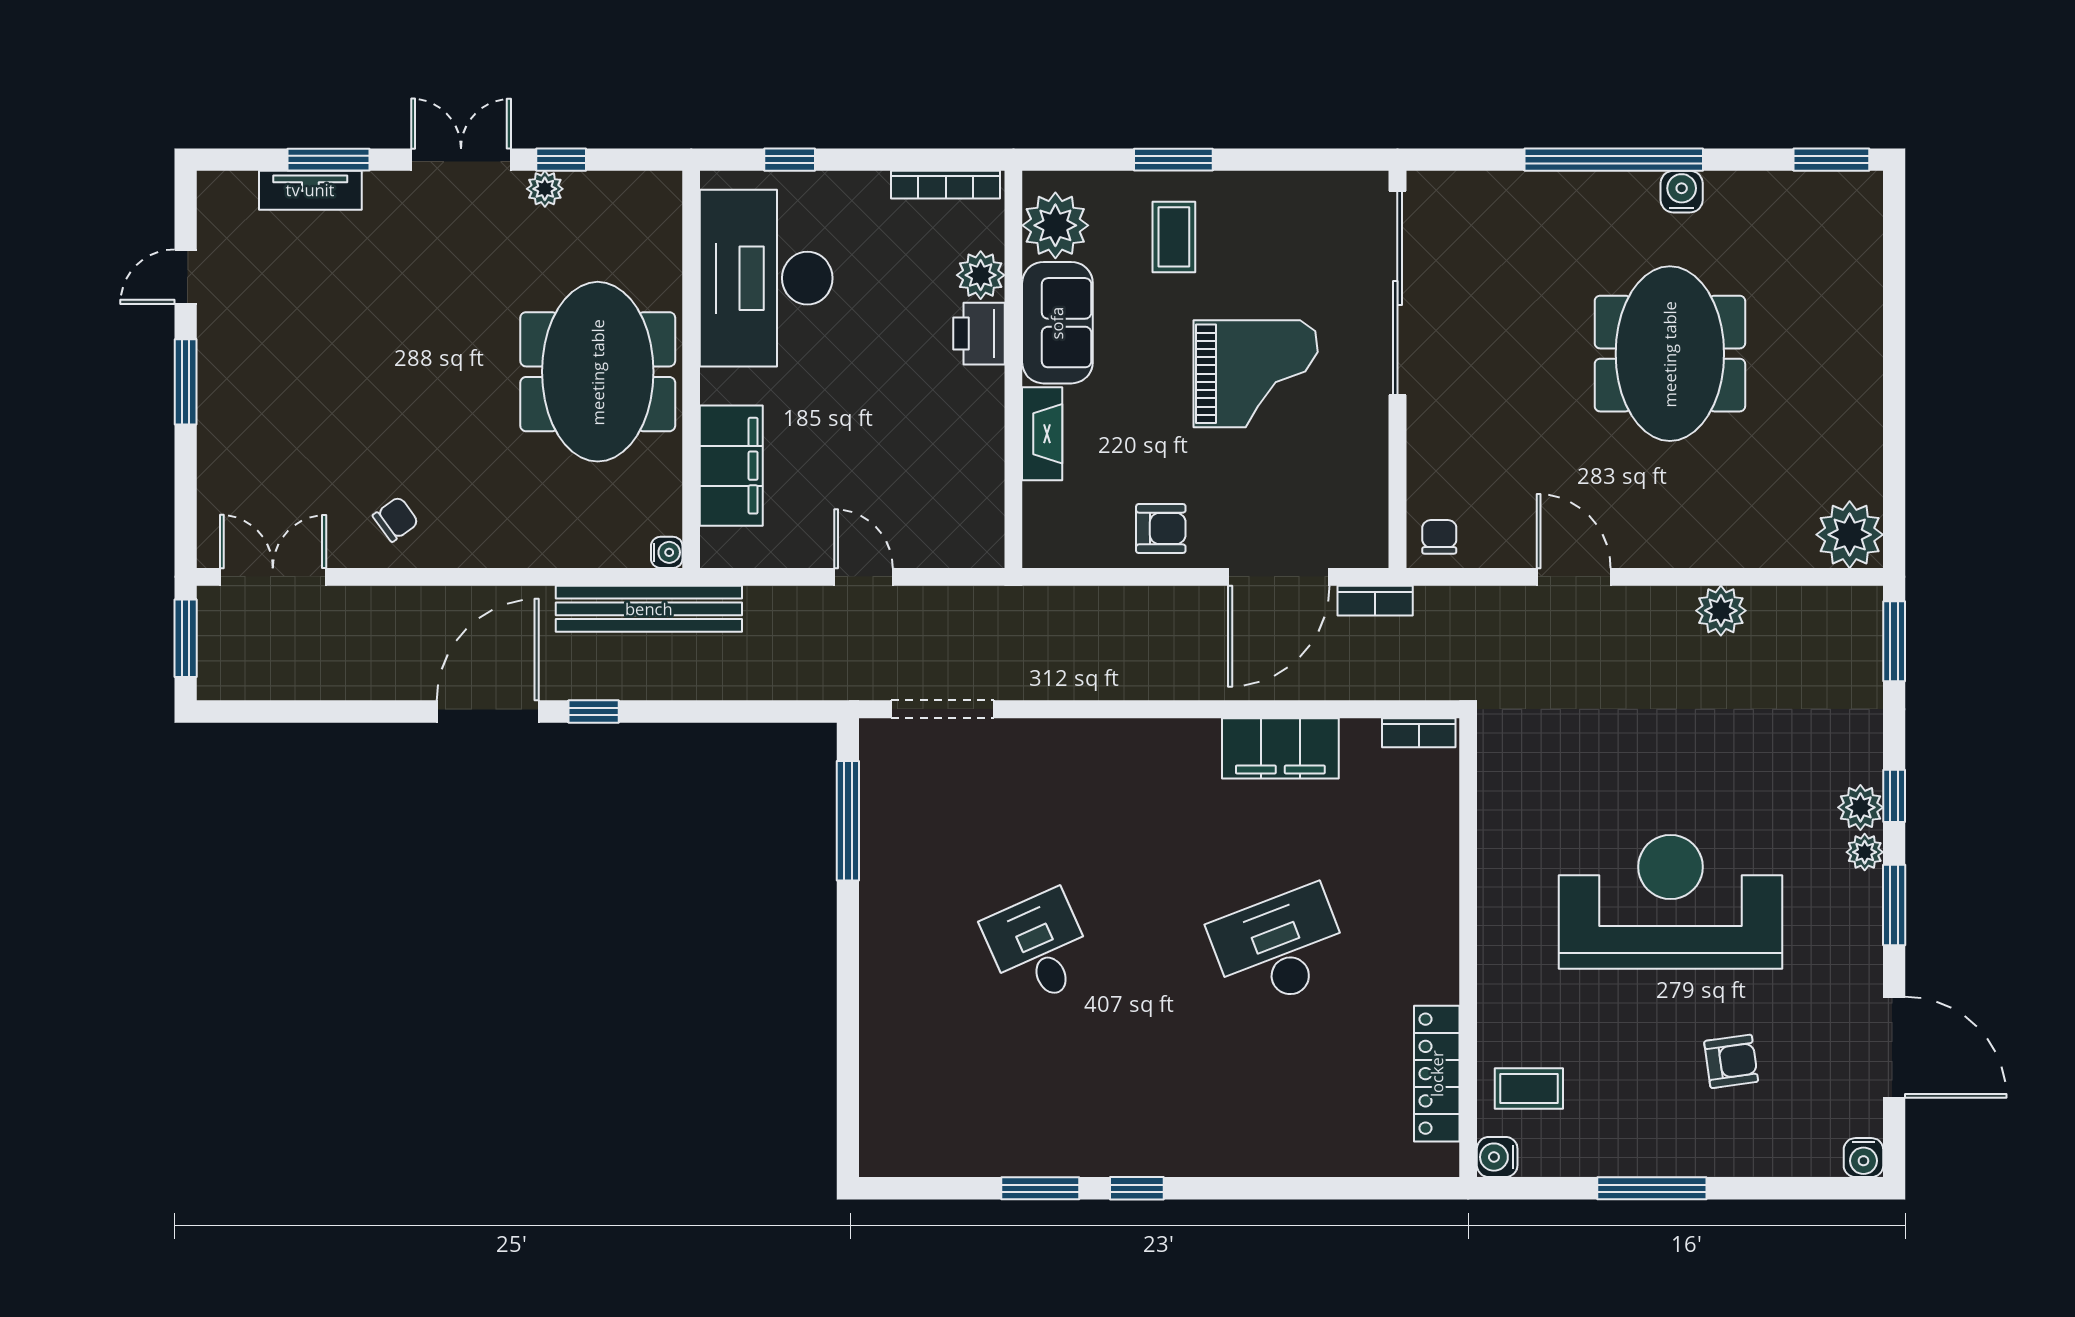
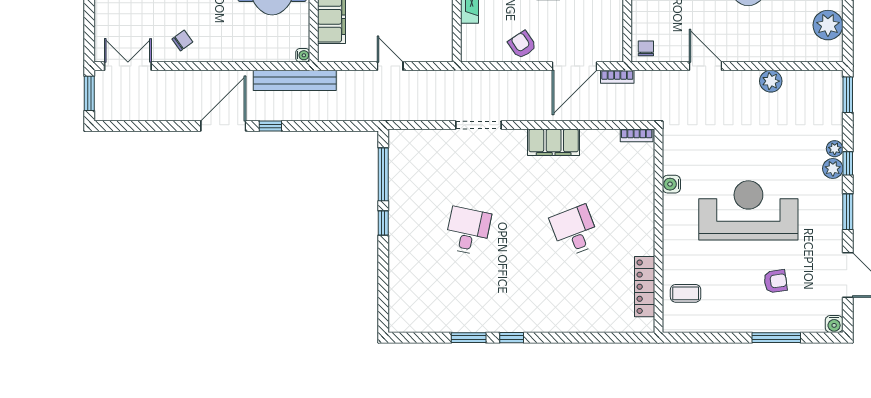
armchair: (1161, 529) -> (522, 45), turned -124
plant: (1850, 535) -> (828, 25), moved
doorway: (942, 709) -> (478, 125), moved
filing cabinet: (1280, 748) -> (554, 142), moved
plant: (1865, 852) -> (835, 149), moved
window: (848, 930) -> (383, 223), added
desk: (1039, 948) -> (468, 231), turned 36
desk: (1279, 948) -> (575, 231), width x0.73
water cooler: (1497, 1157) -> (671, 184), moved
window: (1652, 1188) -> (776, 338), moved

